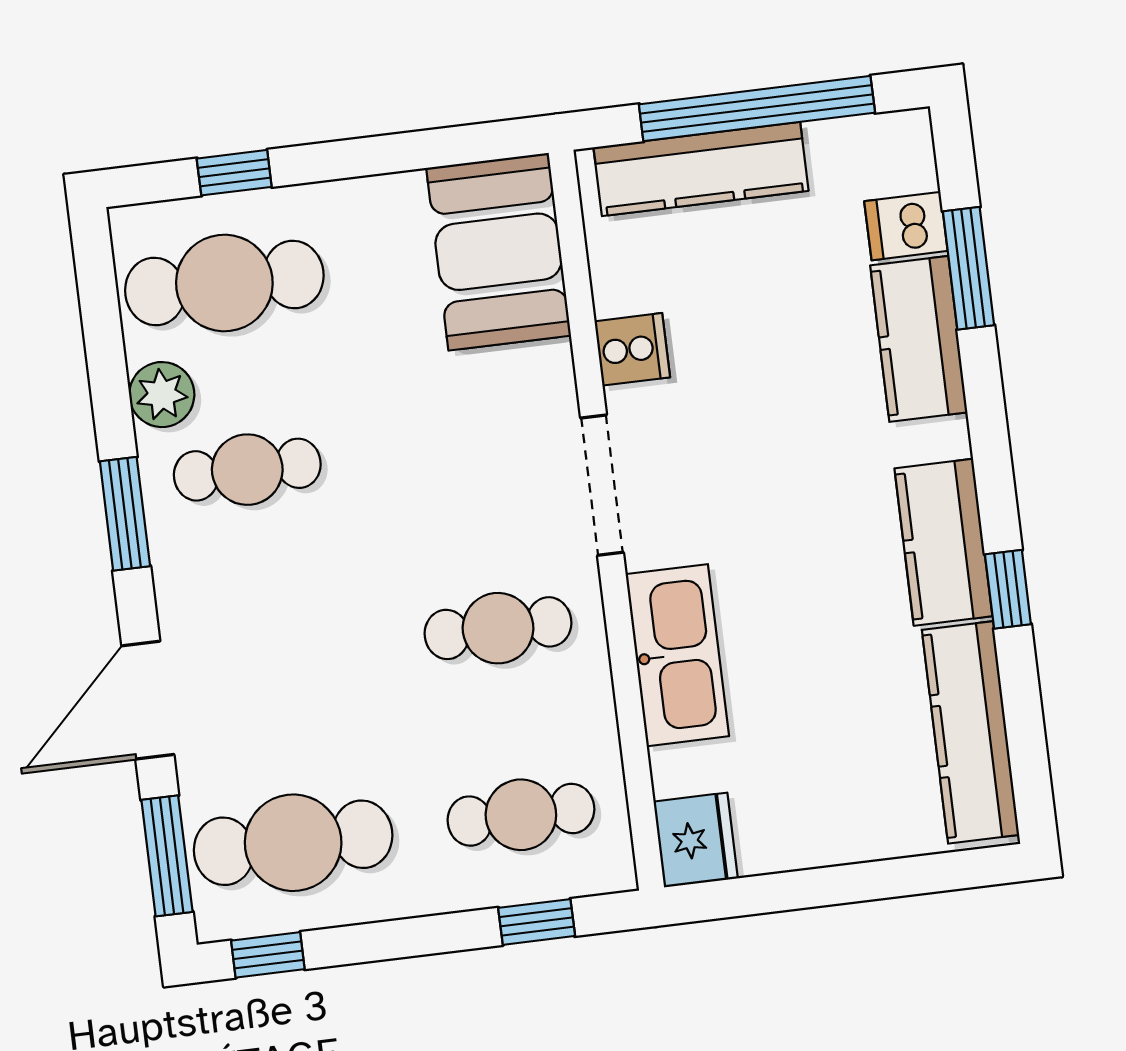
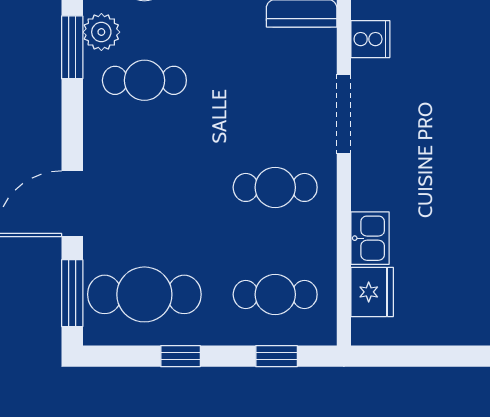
window: (125, 514) -> (72, 47), moved
kitchen sink: (677, 655) -> (370, 238), width x0.53, depth x0.81
fridge: (696, 840) -> (372, 292), moved
window: (268, 955) -> (181, 356), moved

